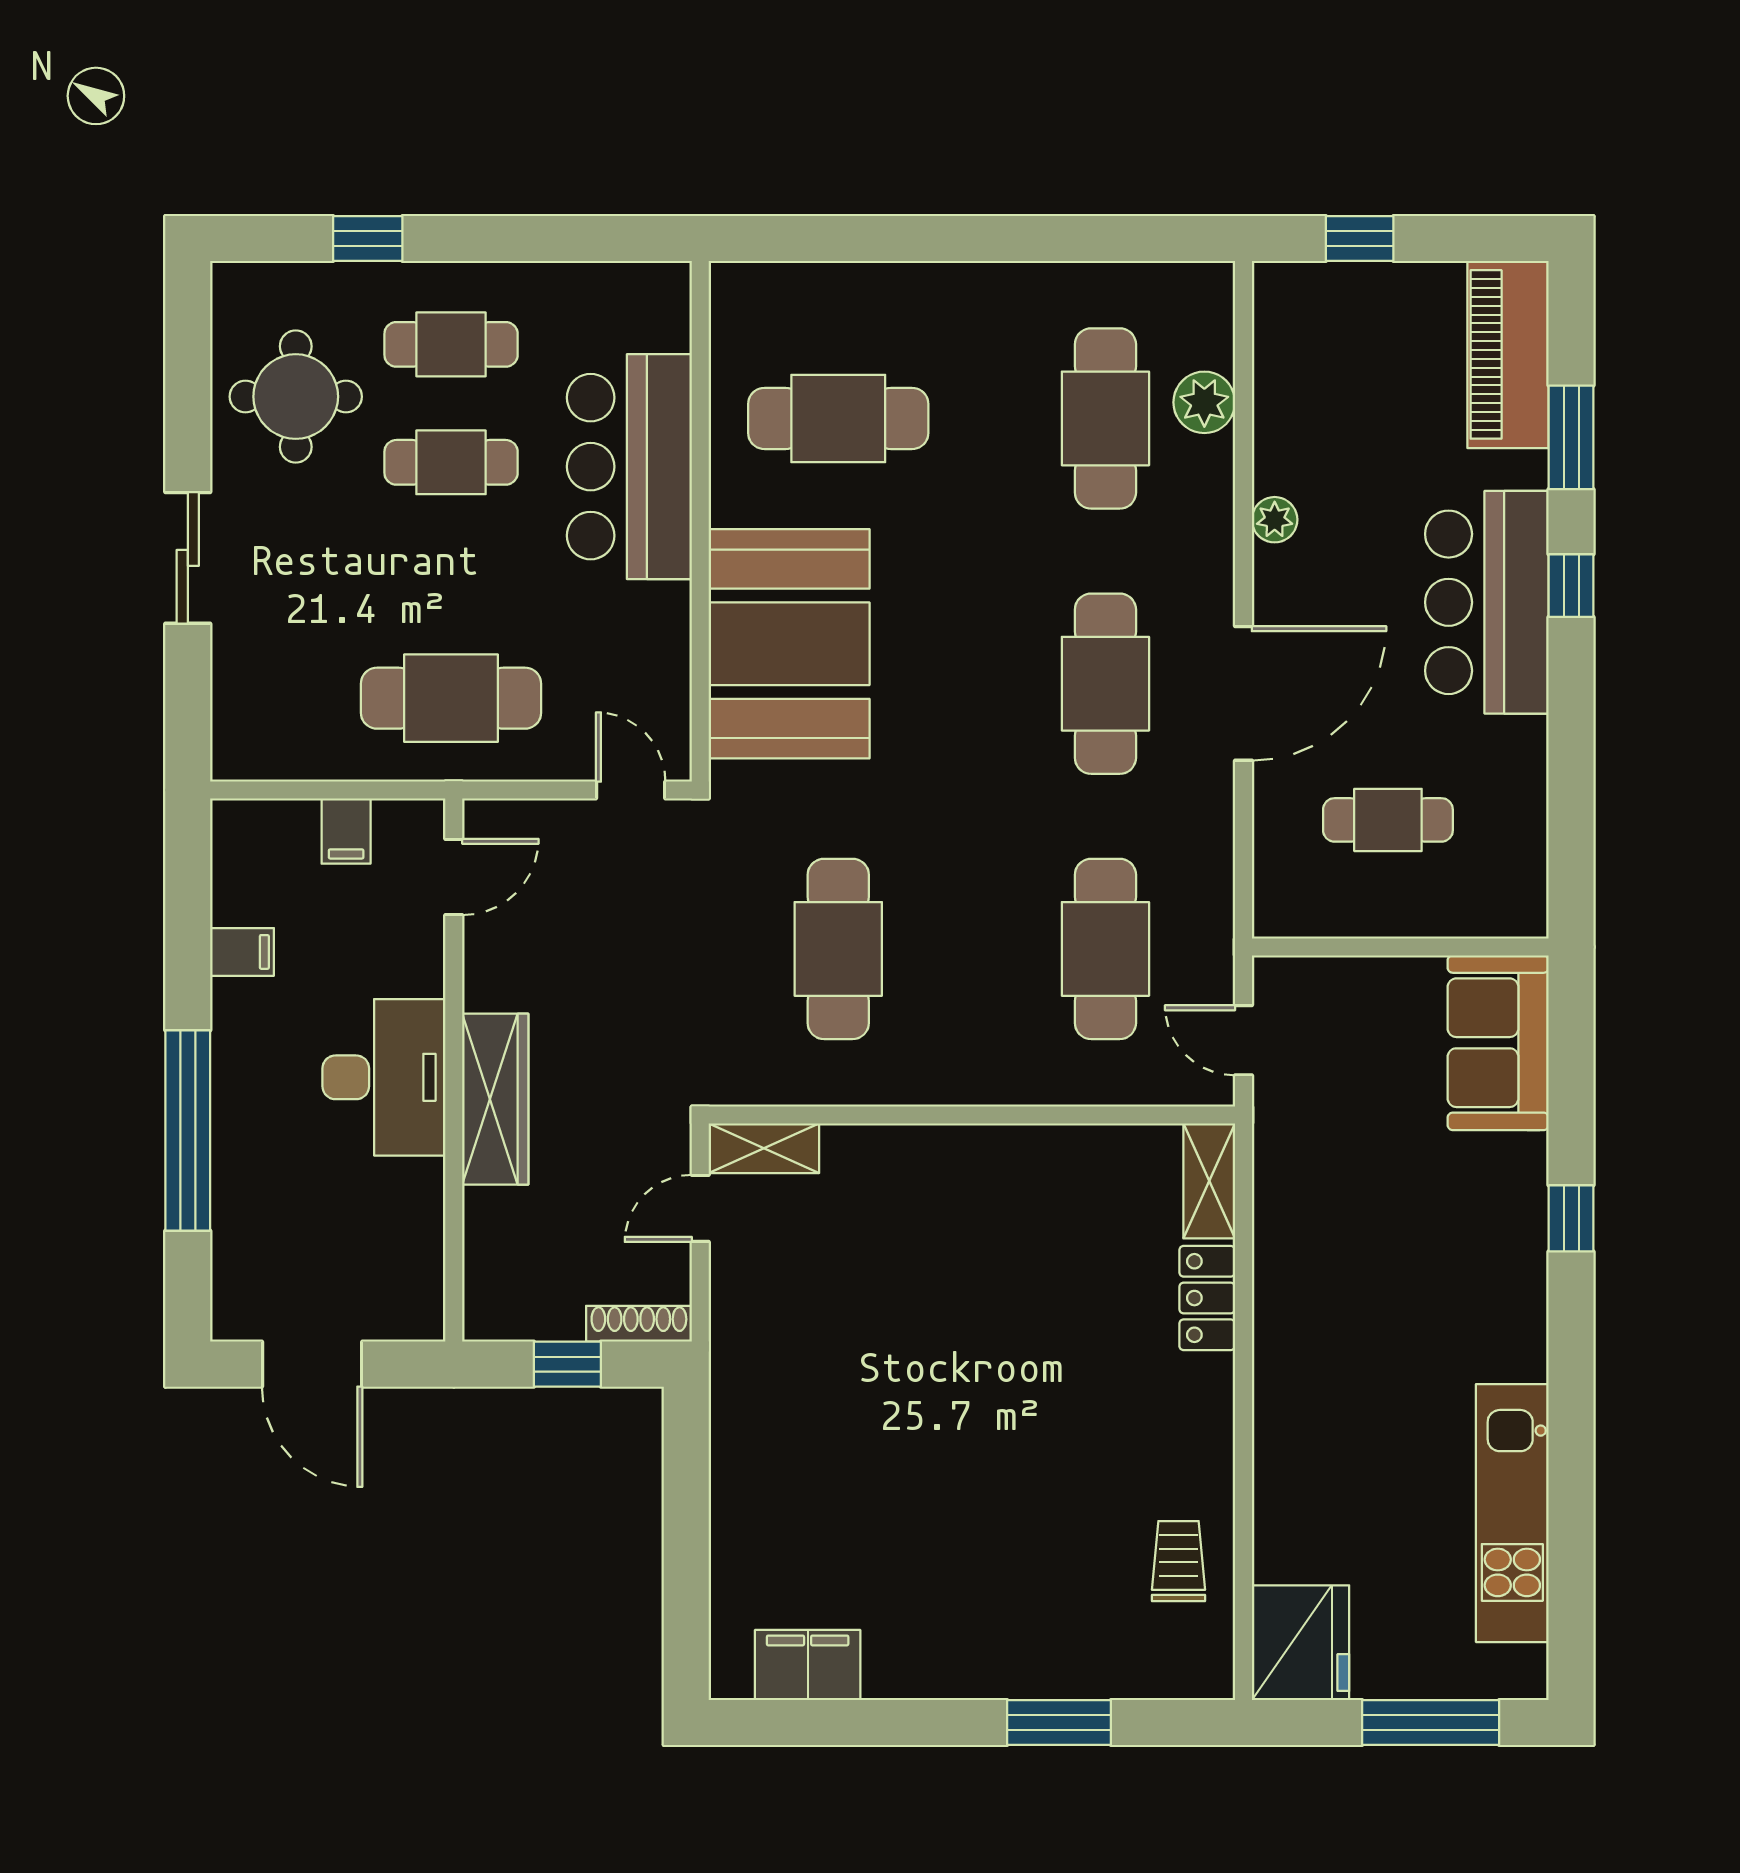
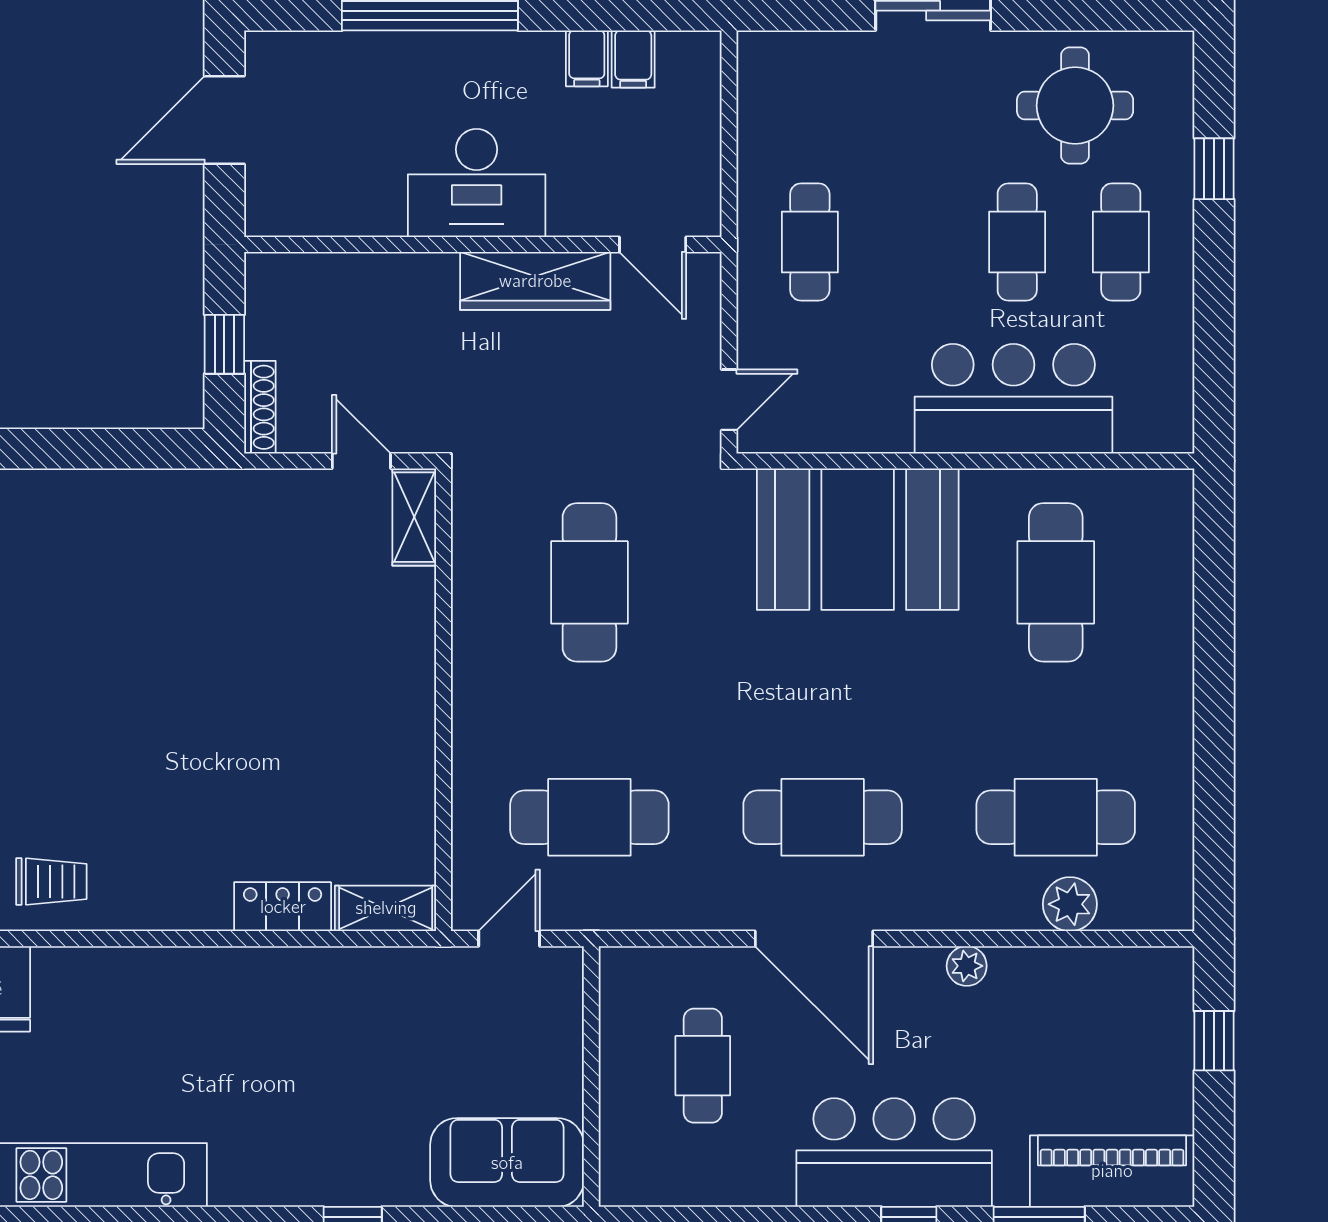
cafe table: (451, 698) -> (810, 242), width x0.73, depth x0.74
filing cabinet: (346, 831) -> (633, 59), moved, turned -90
cafe table: (838, 949) -> (589, 582), turned 90
wardrobe: (495, 1099) -> (535, 281), moved

